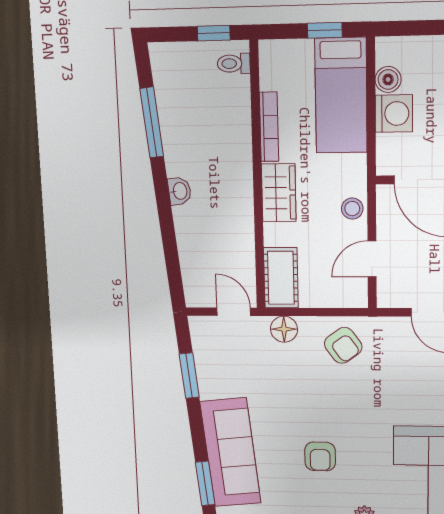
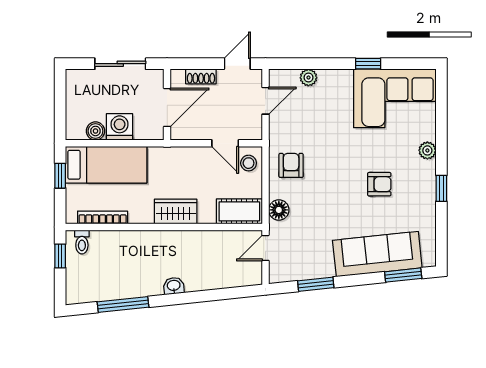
bookcase: (269, 127) -> (103, 218), moved
stool: (352, 209) -> (249, 163), moved
armchair: (343, 345) -> (291, 165), turned -54

